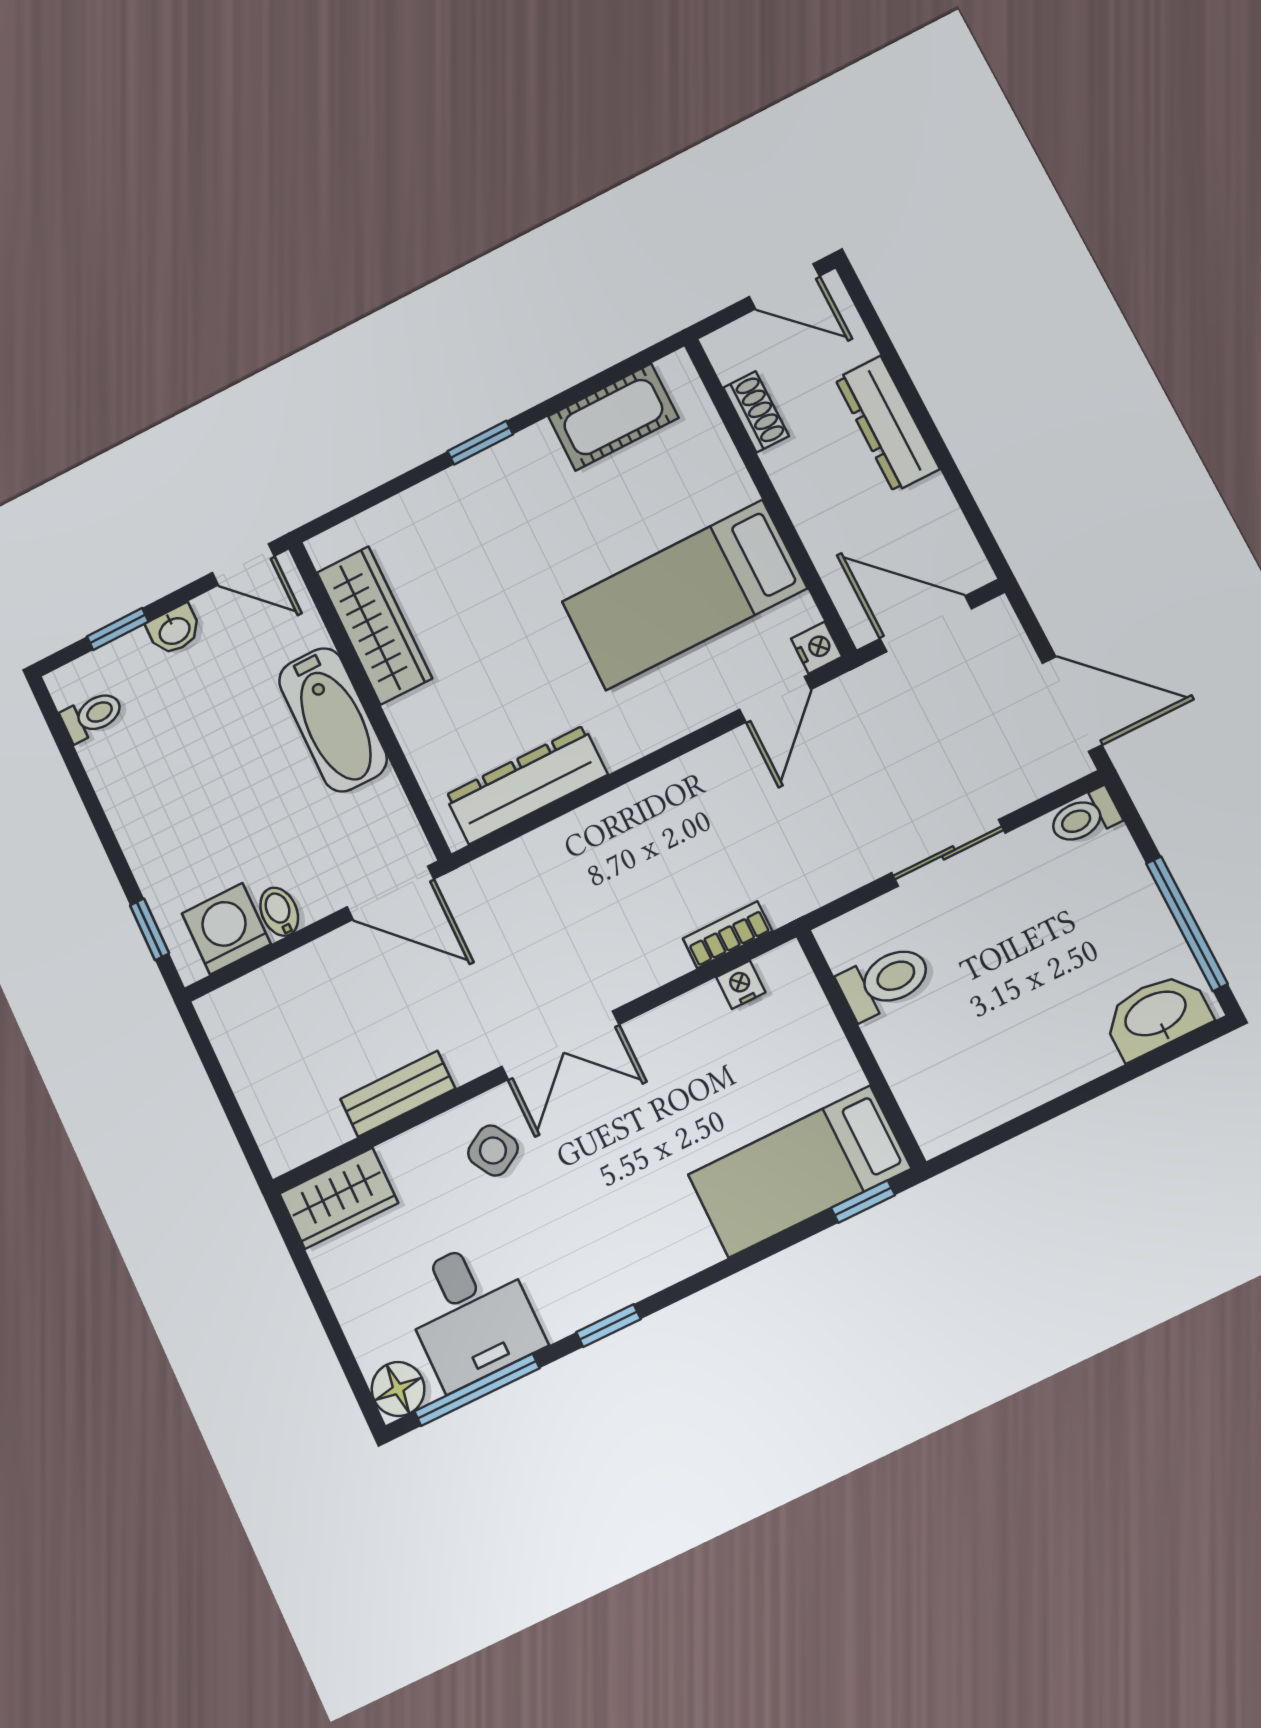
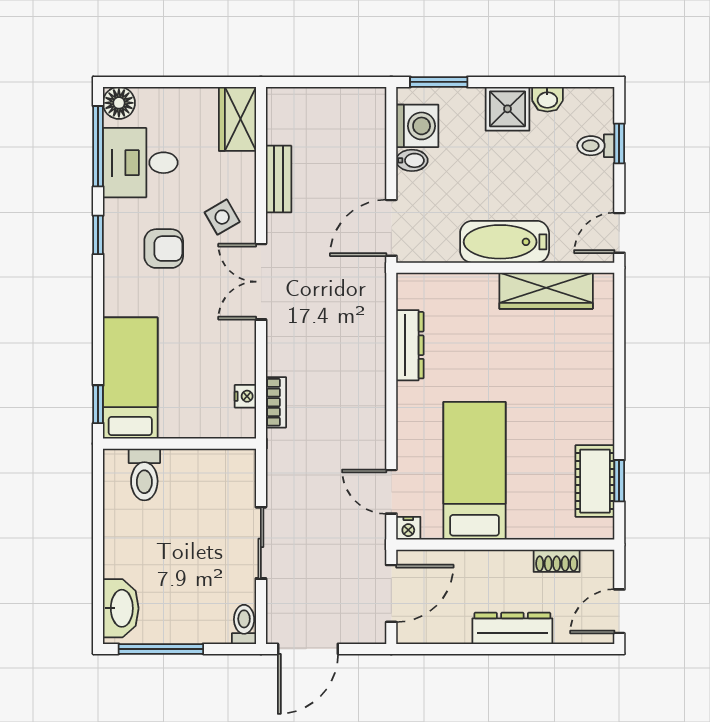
window: (480, 443) -> (619, 481), moved
washbasin: (174, 630) -> (547, 99), moved, turned -90
toilet: (92, 716) -> (596, 146), moved, turned 90
dresser: (526, 785) -> (410, 345), width x0.73, depth x0.80
shower: (142, 812) -> (508, 109), added
window: (150, 929) -> (439, 82), width x1.50
toilet: (885, 981) -> (144, 474), moved
armchair: (581, 1216) -> (164, 249), added

